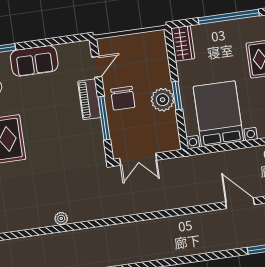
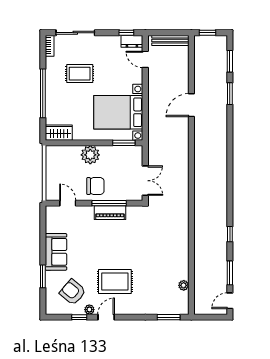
window: (177, 95) -> (124, 143), moved
piano: (89, 99) -> (110, 213), moved
plant: (163, 100) -> (90, 155), moved
plant: (61, 219) -> (184, 285), moved

